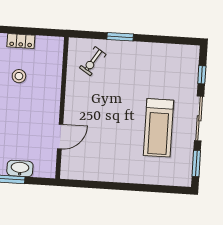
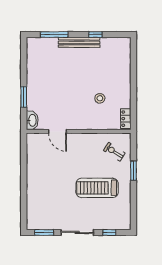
locker: (21, 41) -> (126, 119), moved
treadmill: (159, 128) -> (97, 188), moved
washbasin: (20, 168) -> (32, 120), moved

